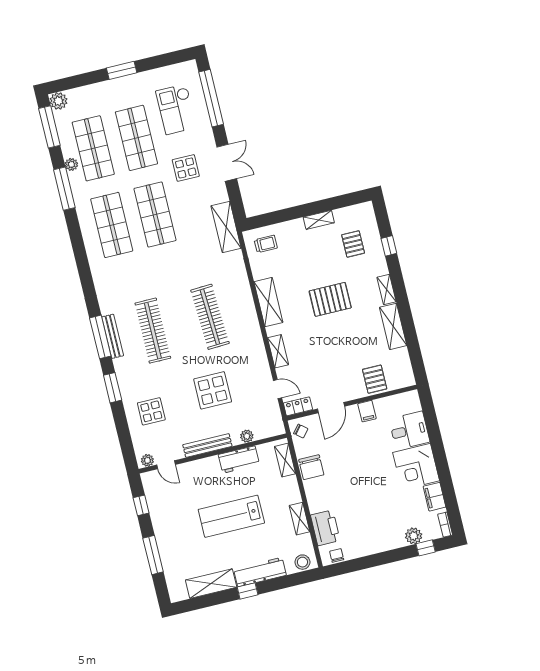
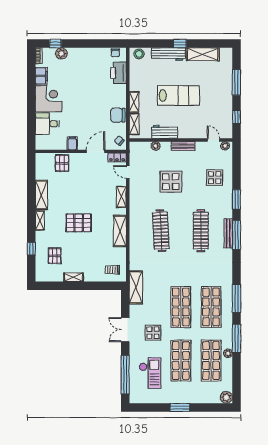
window: (49, 127) -> (236, 298), moved
bench: (207, 445) -> (183, 146), width x0.73
chair: (311, 467) -> (118, 115), turned -90
shelving: (299, 519) -> (134, 102), moved

